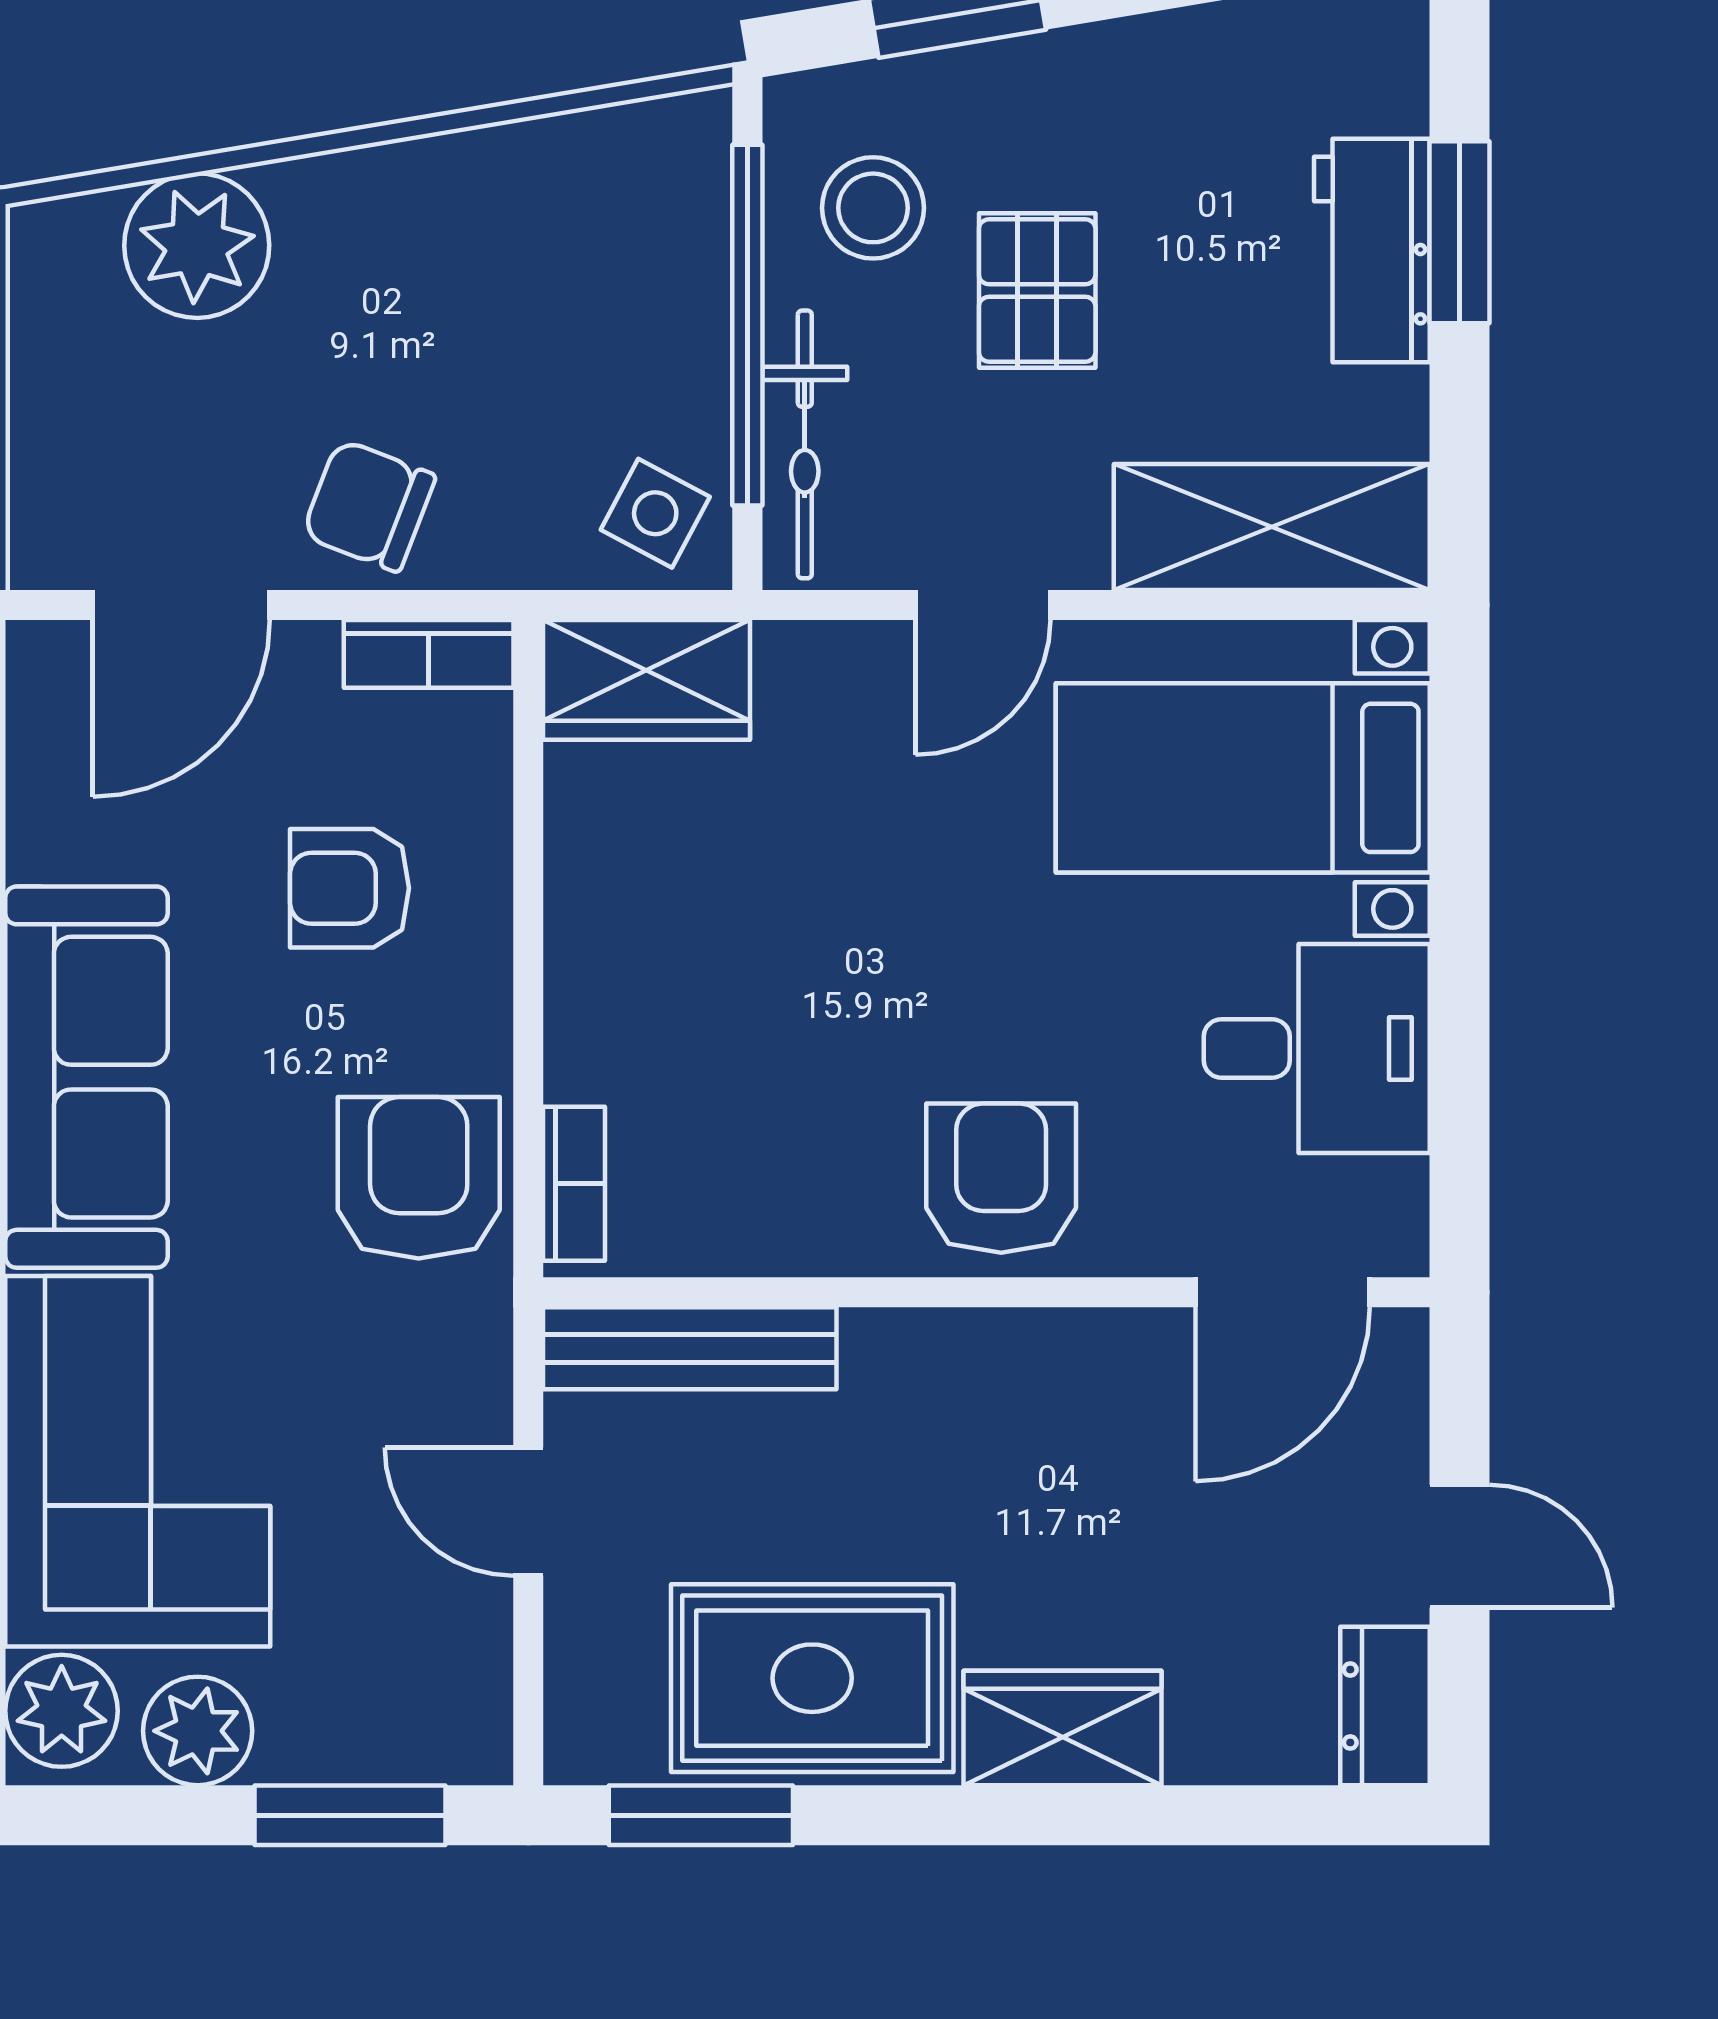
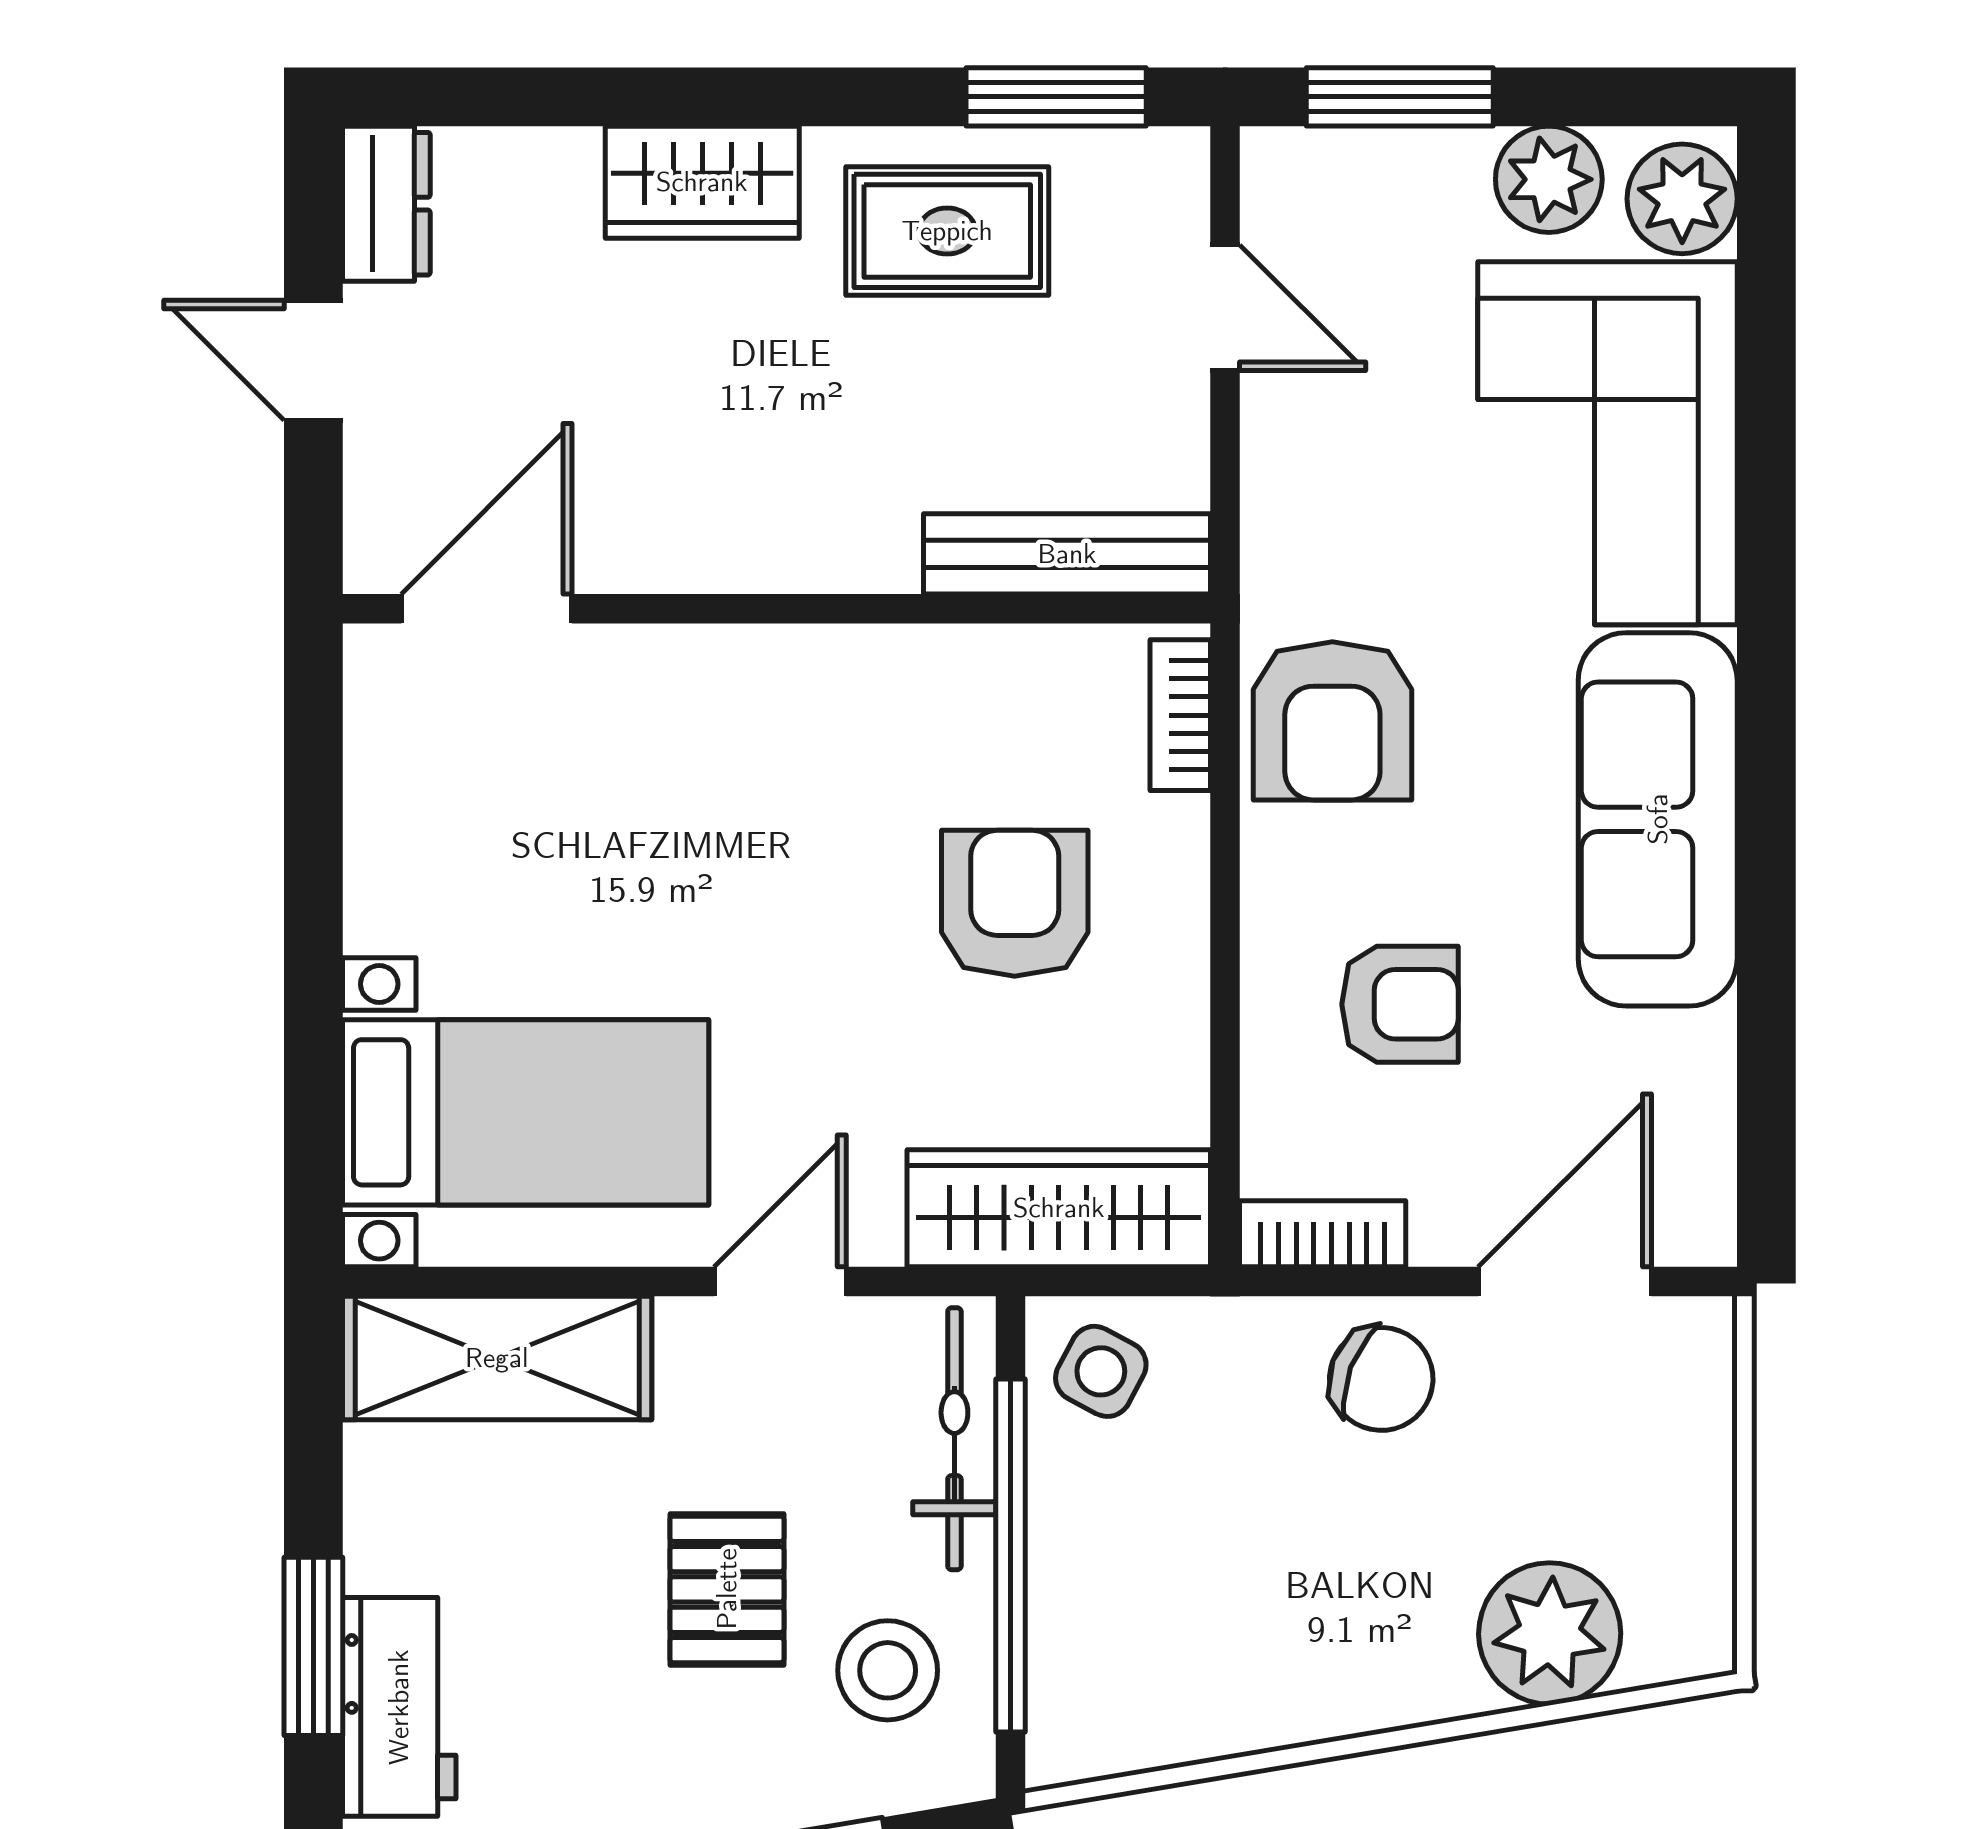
workbench: (1372, 251) -> (399, 1707), moved
wardrobe: (647, 680) -> (1059, 1208), width x1.50
desk: (1317, 1048) -> (453, 847), removed
armchair: (1001, 1178) -> (1015, 903), moved, turned 180
door: (528, 1512) -> (1225, 308), moved
rug: (812, 1678) -> (947, 231), width x0.73, depth x0.70

